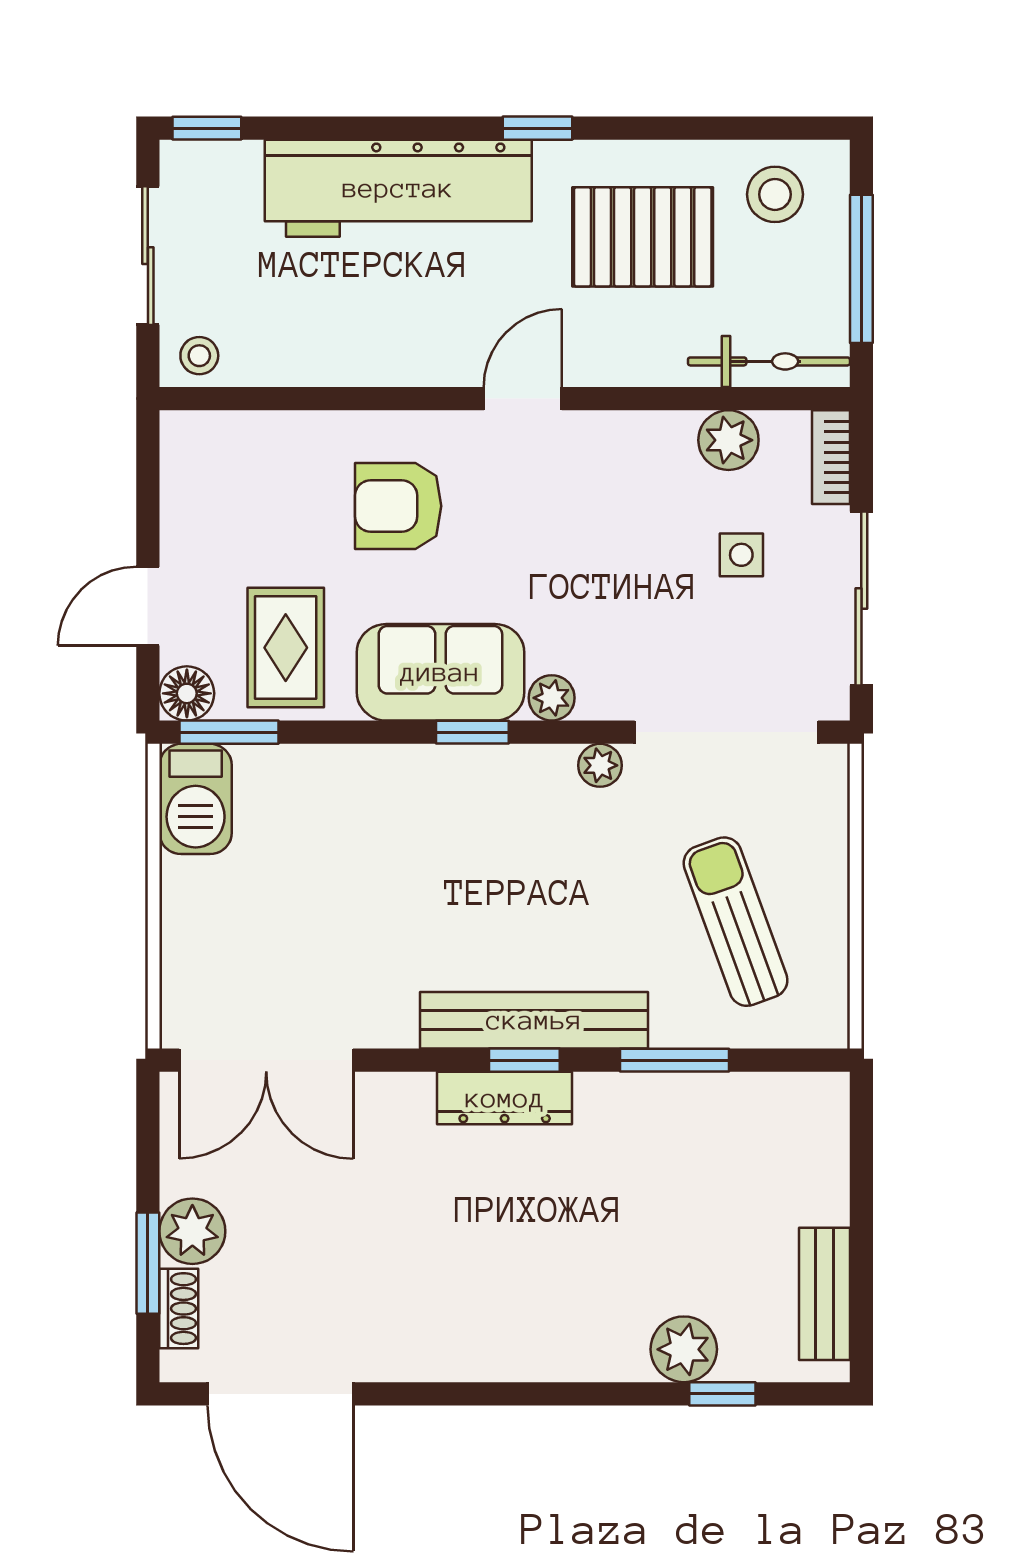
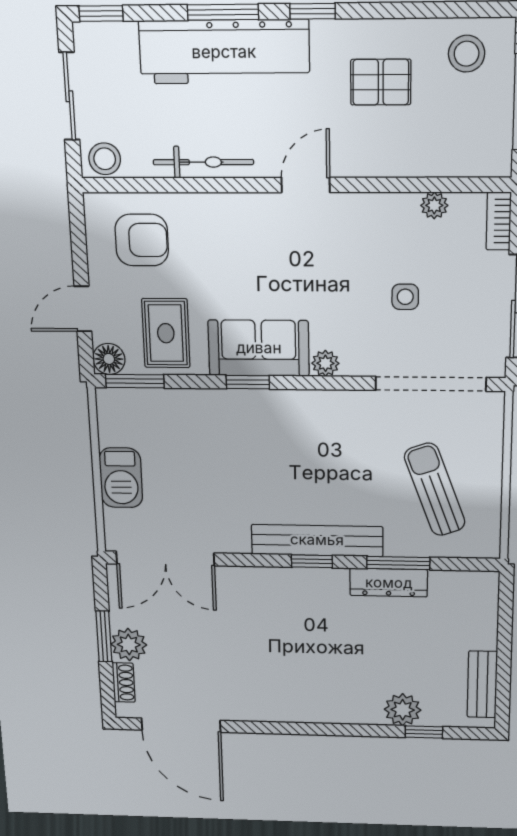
window: (398, 128) -> (223, 12), added
pallet: (643, 237) -> (381, 82), width x0.67, depth x0.71
stool: (199, 356) -> (105, 159), width x1.37, depth x1.37
bicycle: (769, 361) -> (203, 162), moved
plant: (728, 440) -> (434, 205), width x0.73, depth x0.73
armchair: (398, 506) -> (142, 240), moved, turned 180
side table: (741, 555) -> (405, 297), moved
window: (472, 732) -> (248, 382), moved
plant: (600, 765) -> (355, 402), removed
barbecue: (196, 799) -> (121, 478), moved
dresser: (505, 1098) -> (389, 583), moved
window: (148, 1263) -> (104, 636), moved

